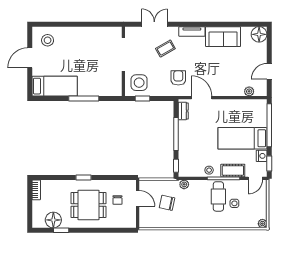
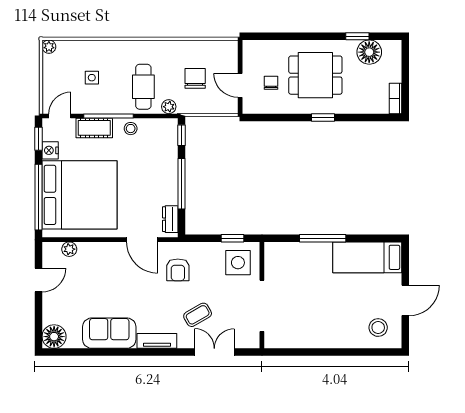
double door: (154, 24) -> (214, 352), swing flipped
bed: (242, 138) -> (79, 195), width x2.04
cafe table: (218, 196) -> (143, 87), moved
chair: (167, 203) -> (195, 78), turned -102

